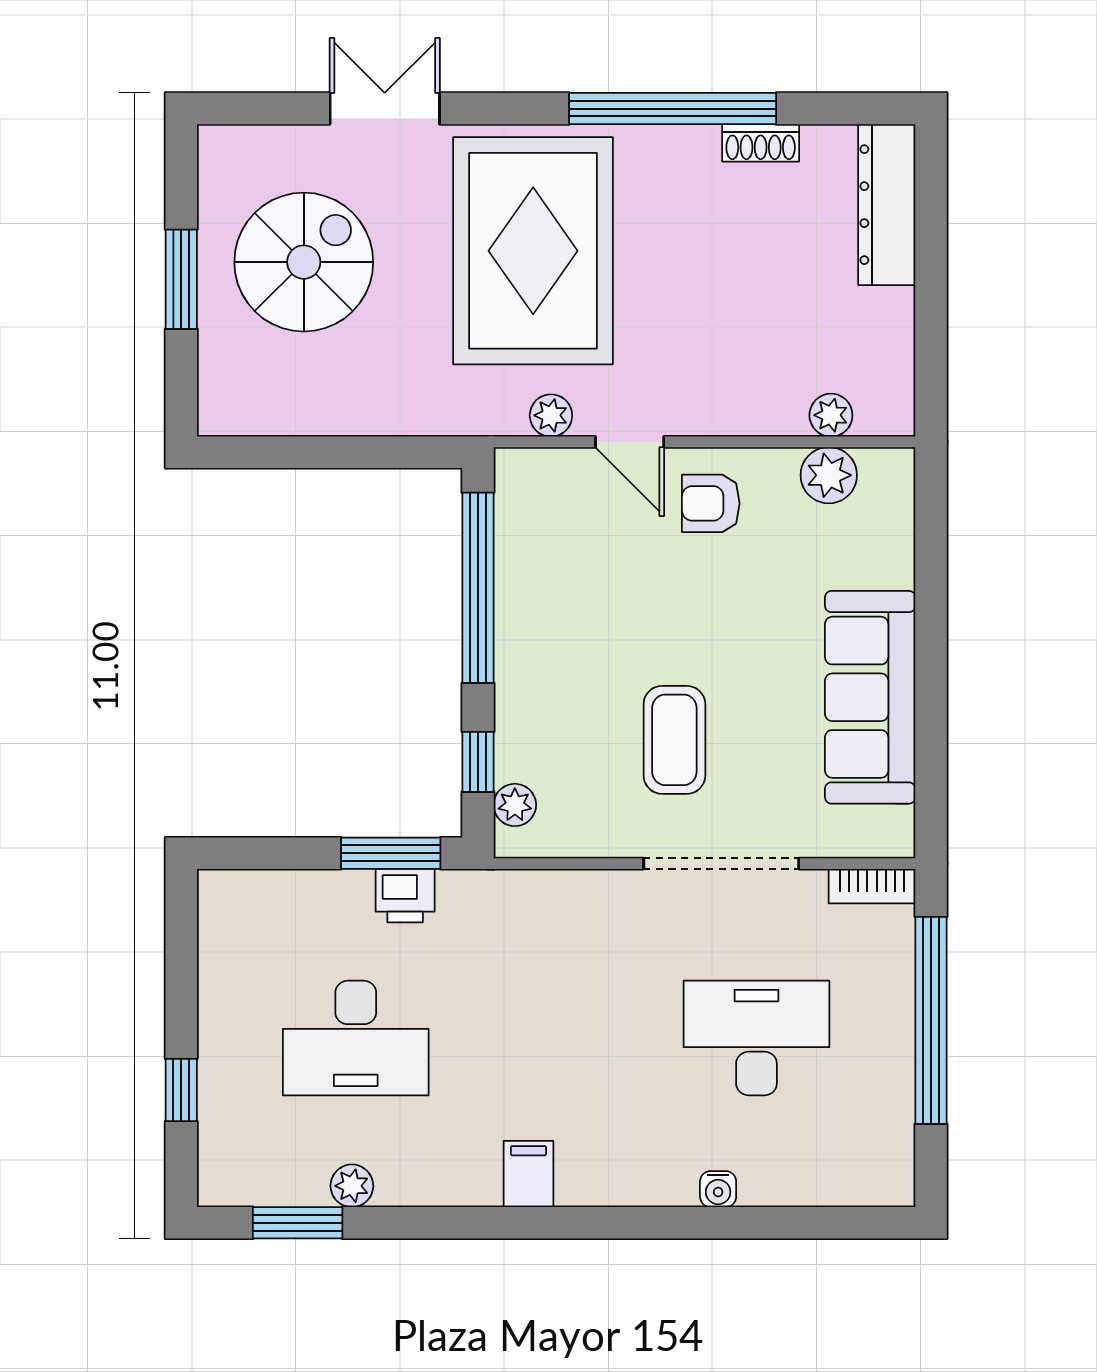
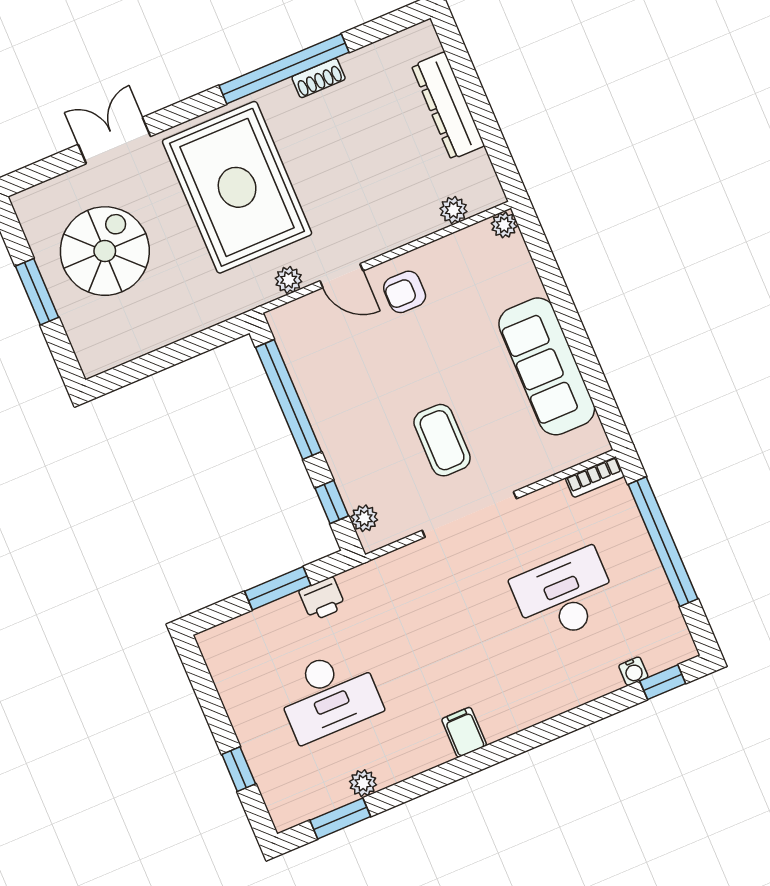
shoe rack: (761, 143) -> (319, 78), moved
dresser: (887, 205) -> (448, 106), moved
plant: (829, 475) -> (504, 225), moved, width x0.73, depth x0.73
window: (391, 853) -> (278, 588), moved
doorway: (721, 864) -> (469, 515), moved
water cooler: (718, 1189) -> (633, 671), moved
window: (845, 1223) -> (663, 682), added

